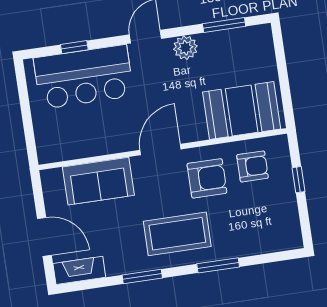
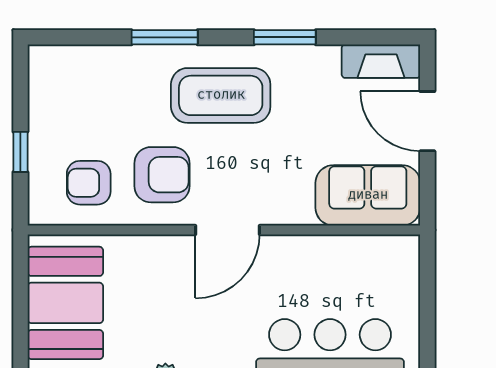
booth: (242, 110) -> (65, 303), moved, turned 90
armchair: (207, 178) -> (162, 175), turned 180
sofa: (98, 181) -> (368, 195), moved

